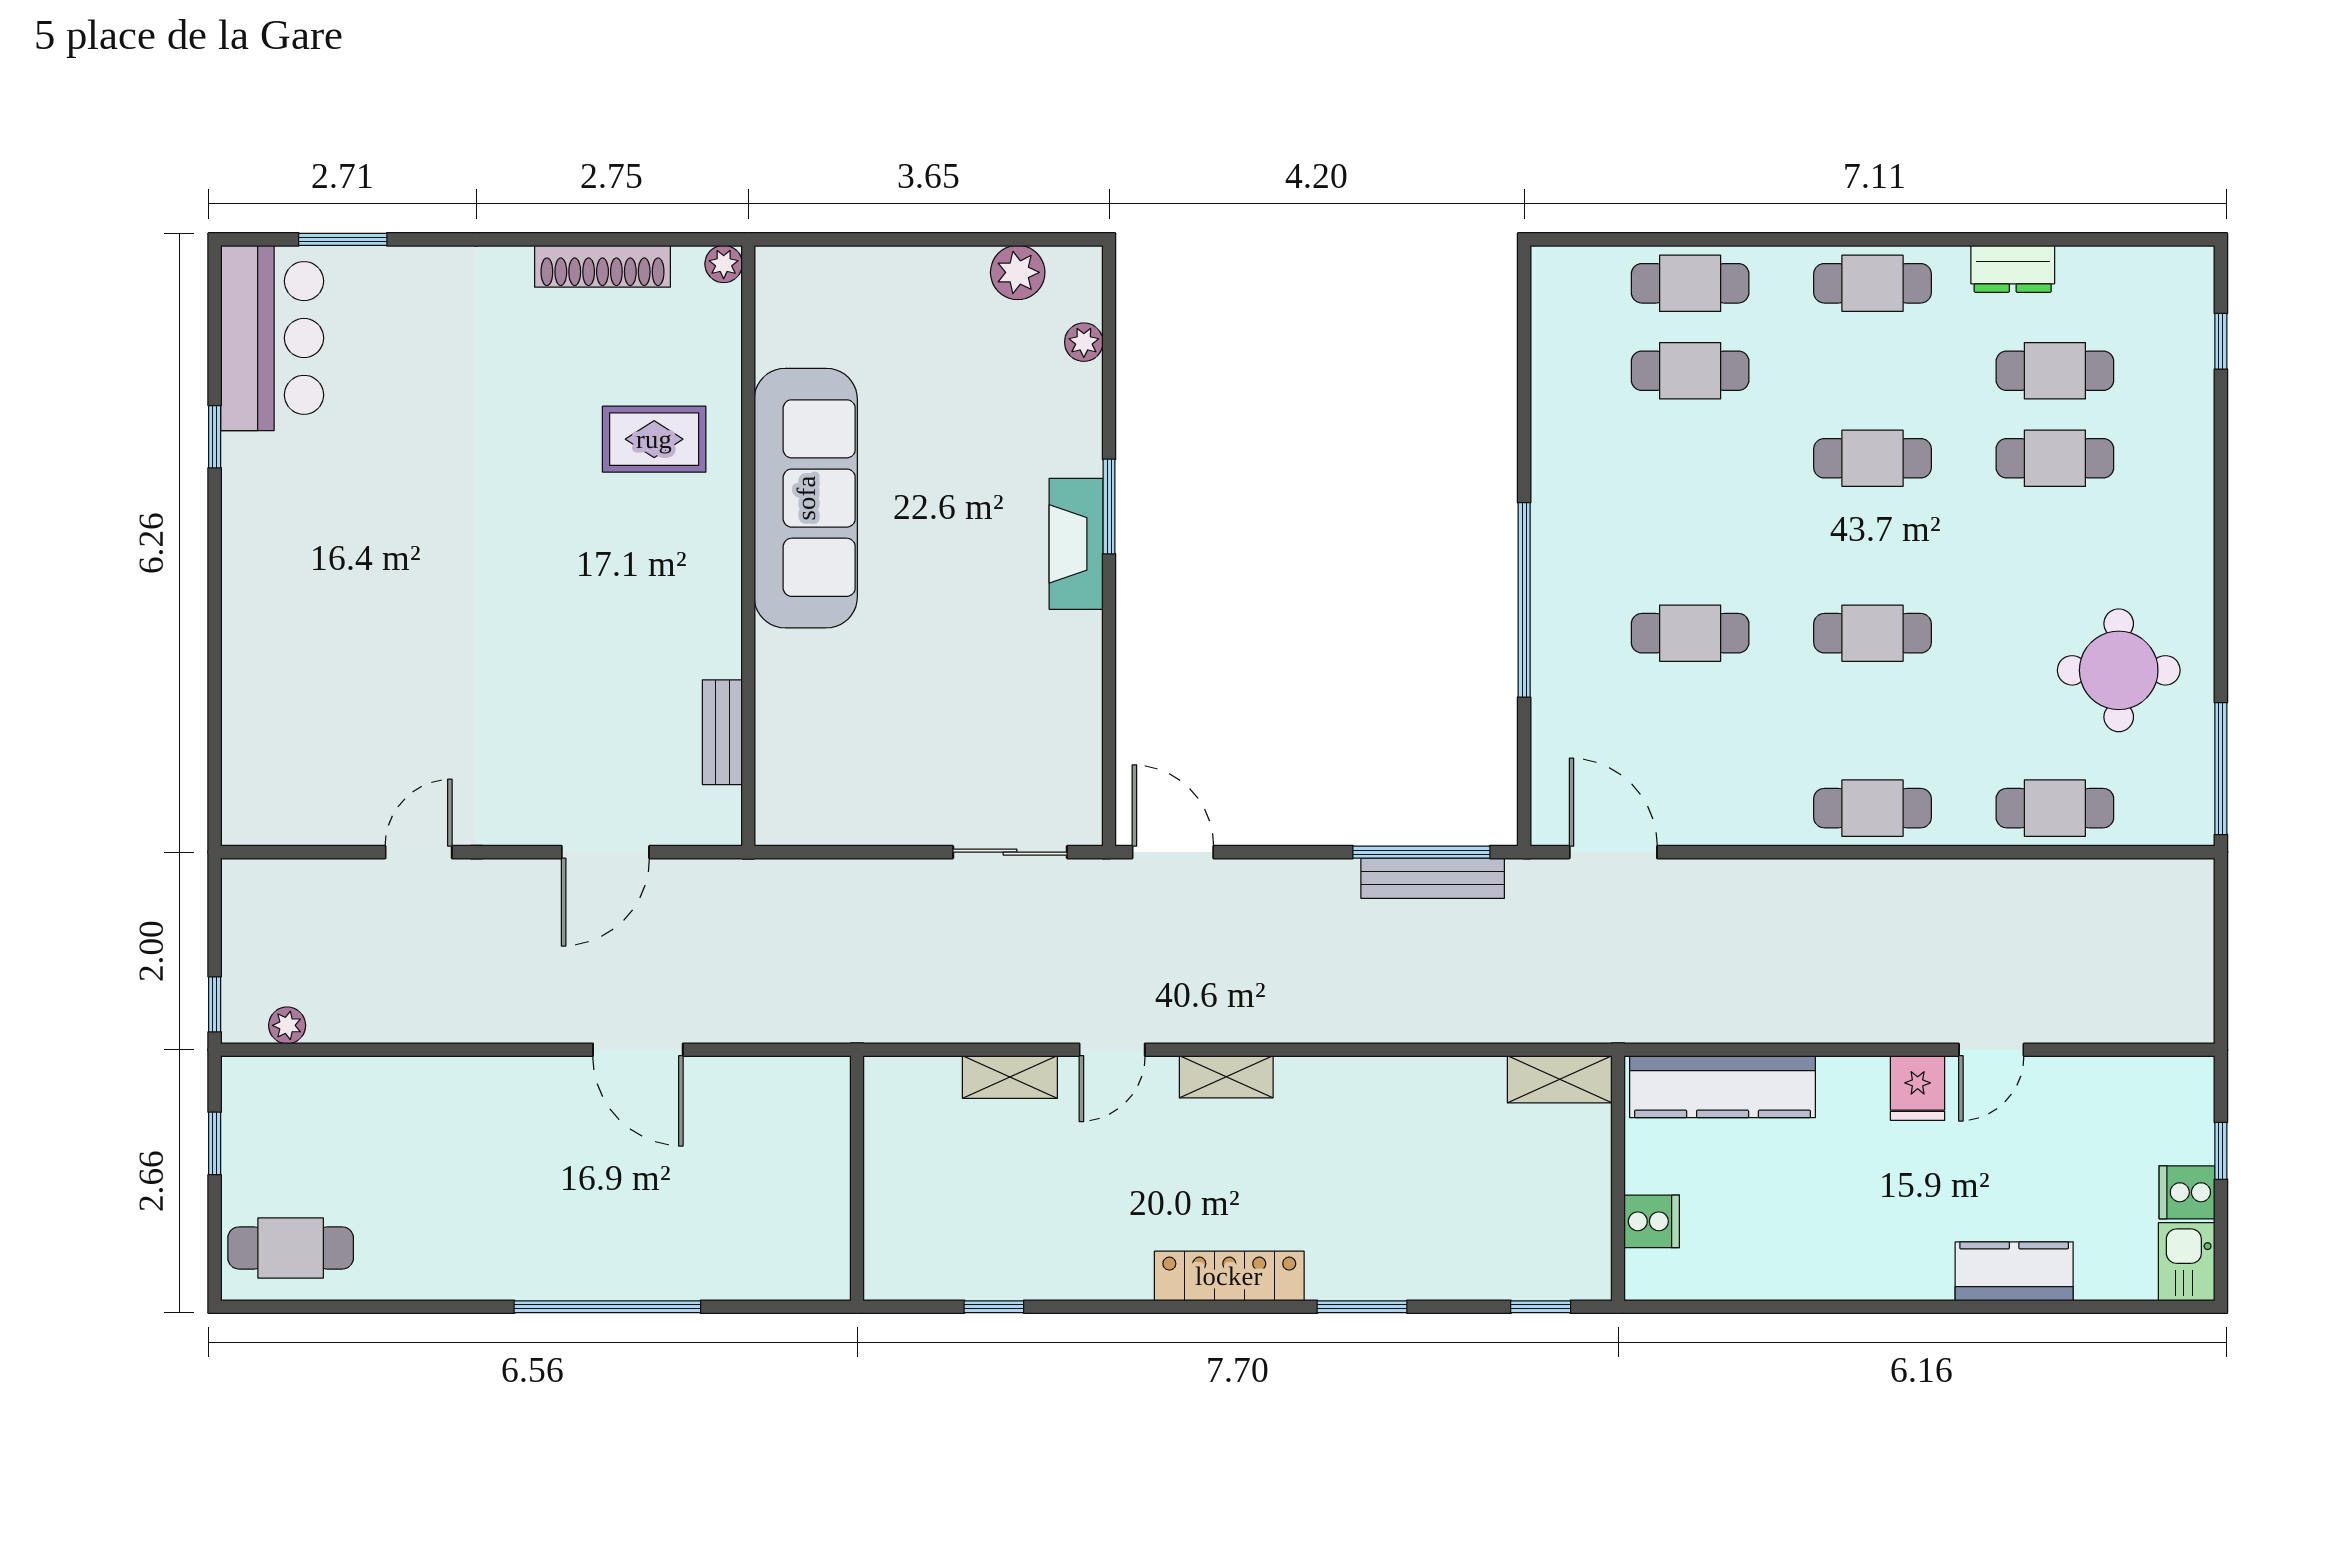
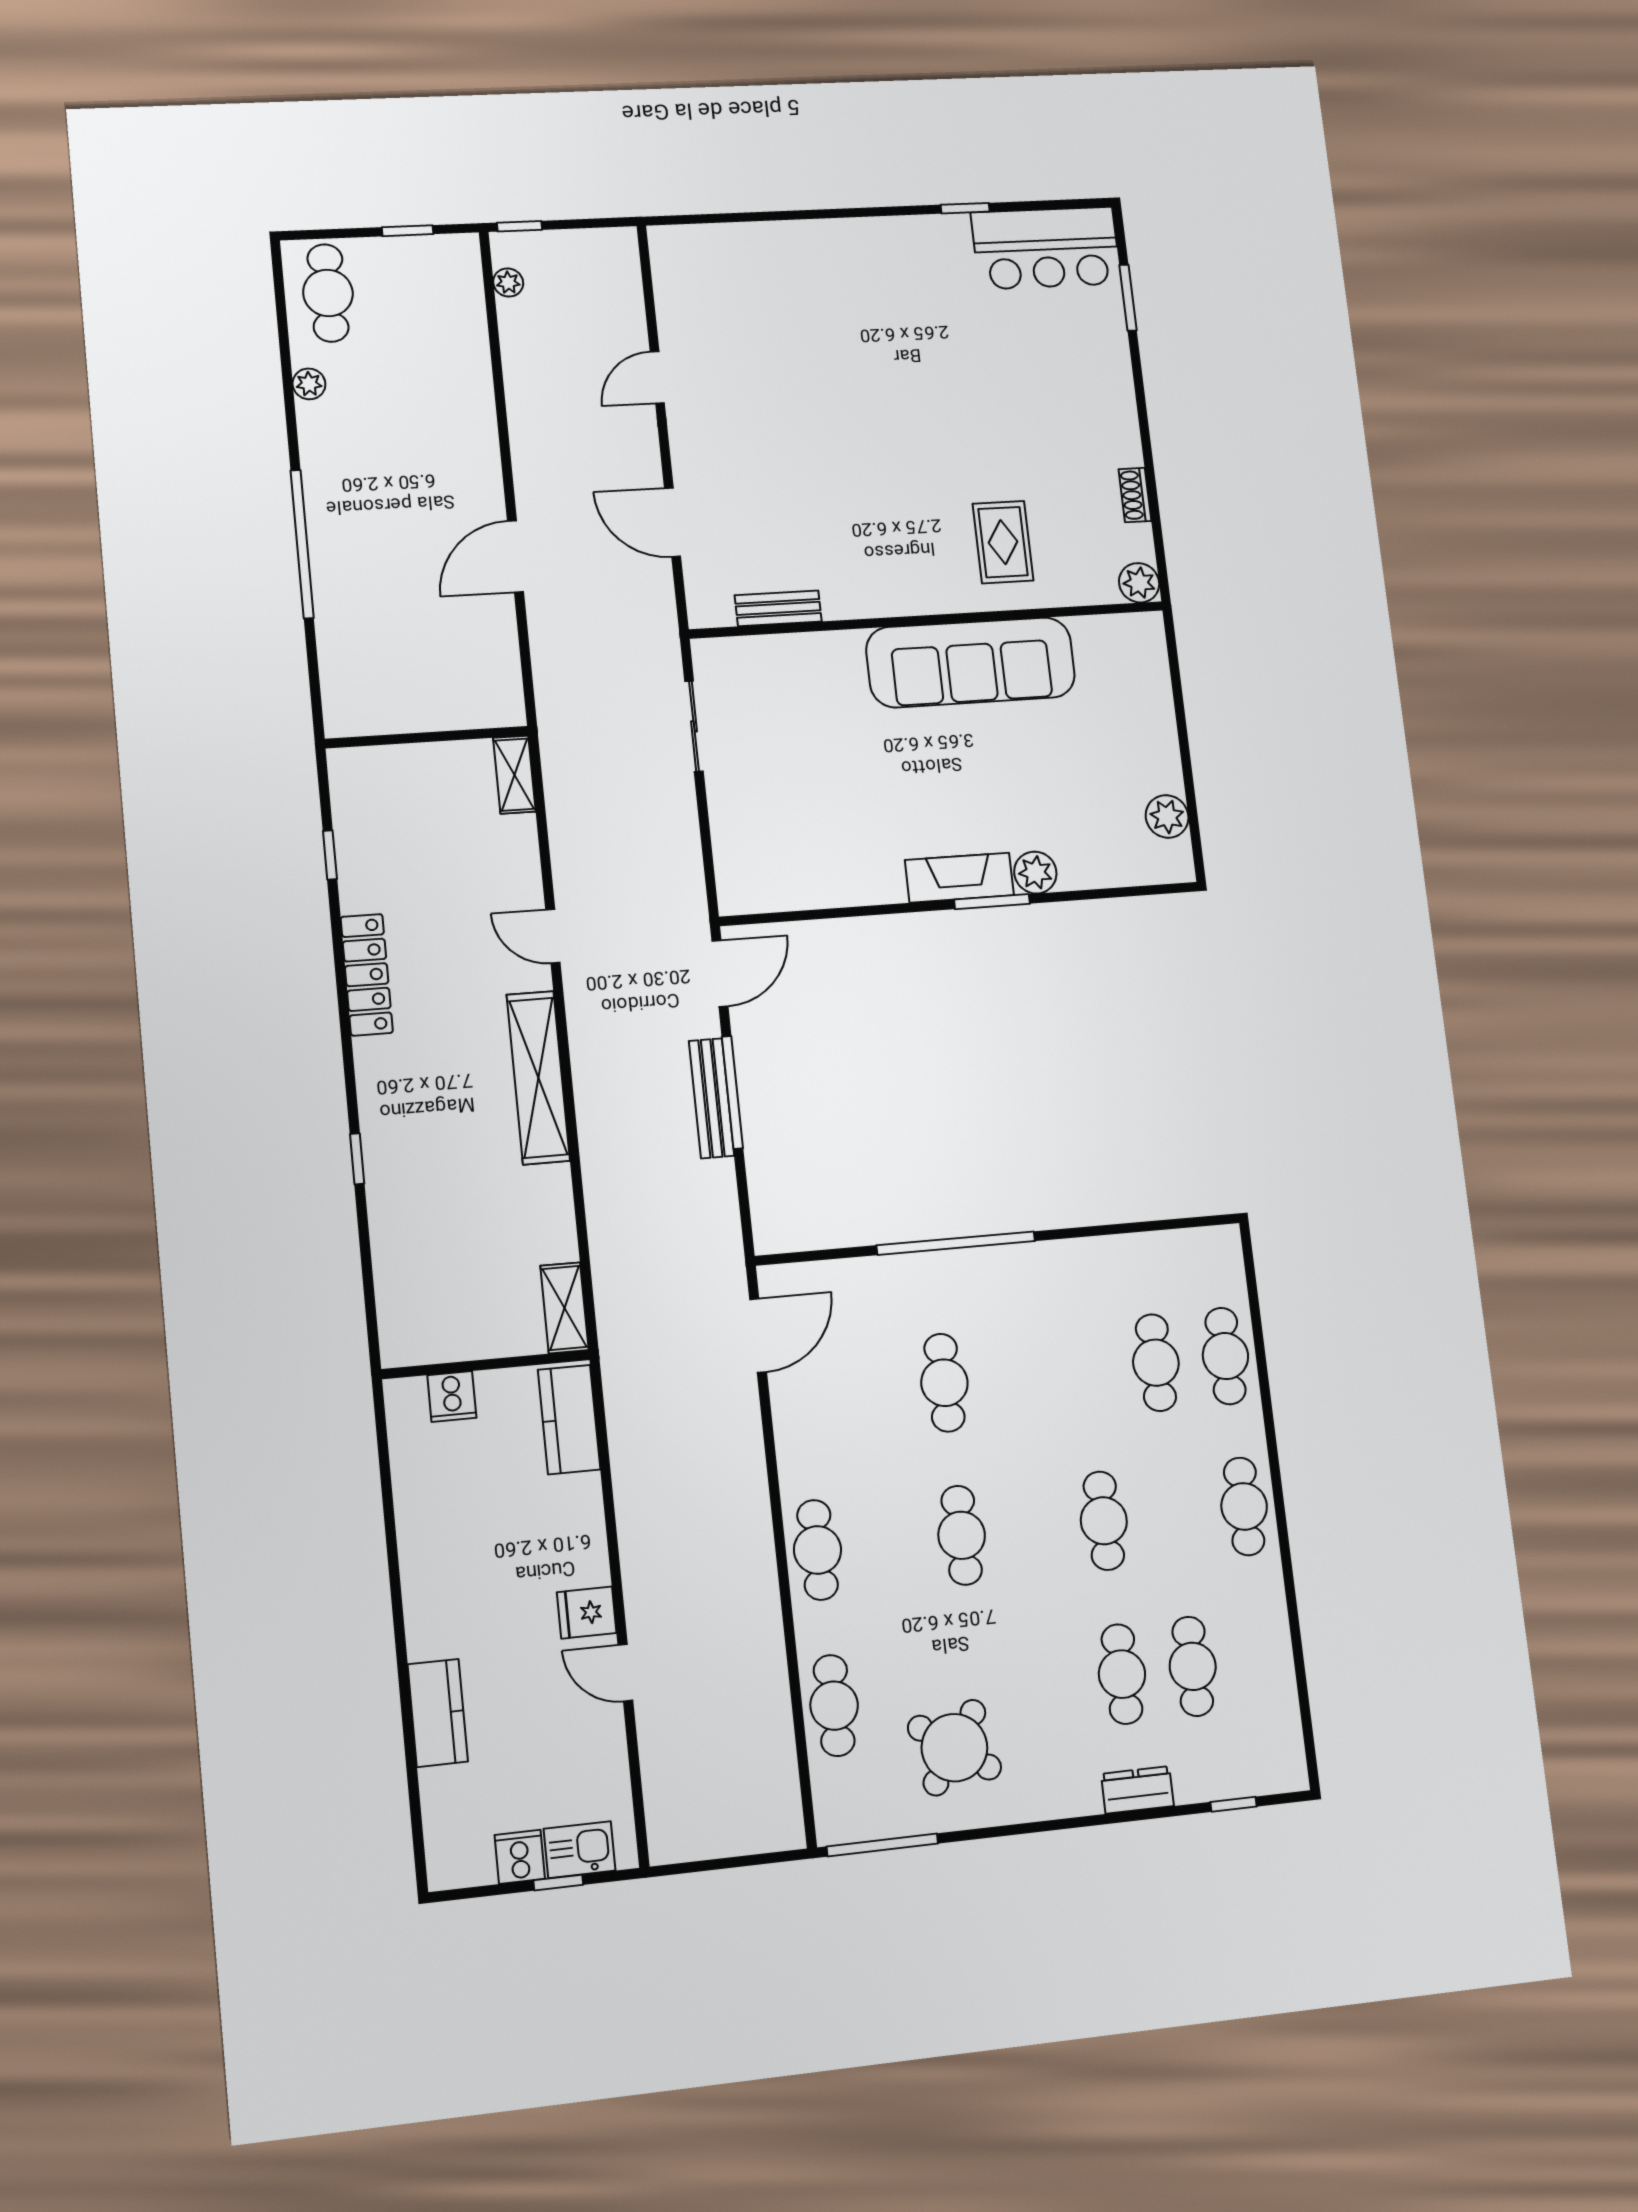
plant: (724, 264) -> (1139, 583), width x1.38, depth x1.38
shoe rack: (602, 266) -> (1135, 495), width x0.51, depth x0.81
dresser: (2013, 269) -> (1137, 1790), moved, turned 90
plant: (1084, 342) -> (1035, 873), moved, width x1.38, depth x1.38
round table: (2119, 670) -> (954, 1748), turned 35
door: (419, 852) -> (657, 377), swing flipped
sliding door: (1010, 852) -> (694, 726), moved
window: (1421, 852) -> (732, 1092), moved
bench: (1433, 878) -> (712, 1098), moved
shelving: (1010, 1077) -> (514, 775), moved
shelving: (1226, 1077) -> (538, 1078), width x2.20, depth x1.33
kitchen counter: (1723, 1087) -> (569, 1420), width x0.67
kitchen sink: (2187, 1262) -> (580, 1850), moved
locker: (1229, 1276) -> (367, 975), moved
plant: (406, 1281) -> (309, 384), added
window: (1362, 1307) -> (357, 1159), width x0.67
window: (1541, 1307) -> (371, 1309), removed

